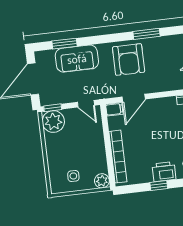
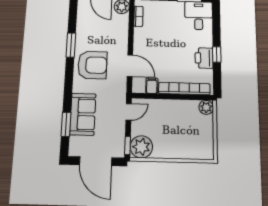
filing cabinet: (114, 109) -> (152, 86), moved
printer: (164, 172) -> (204, 58), moved
side table: (73, 176) -> (198, 135), removed

